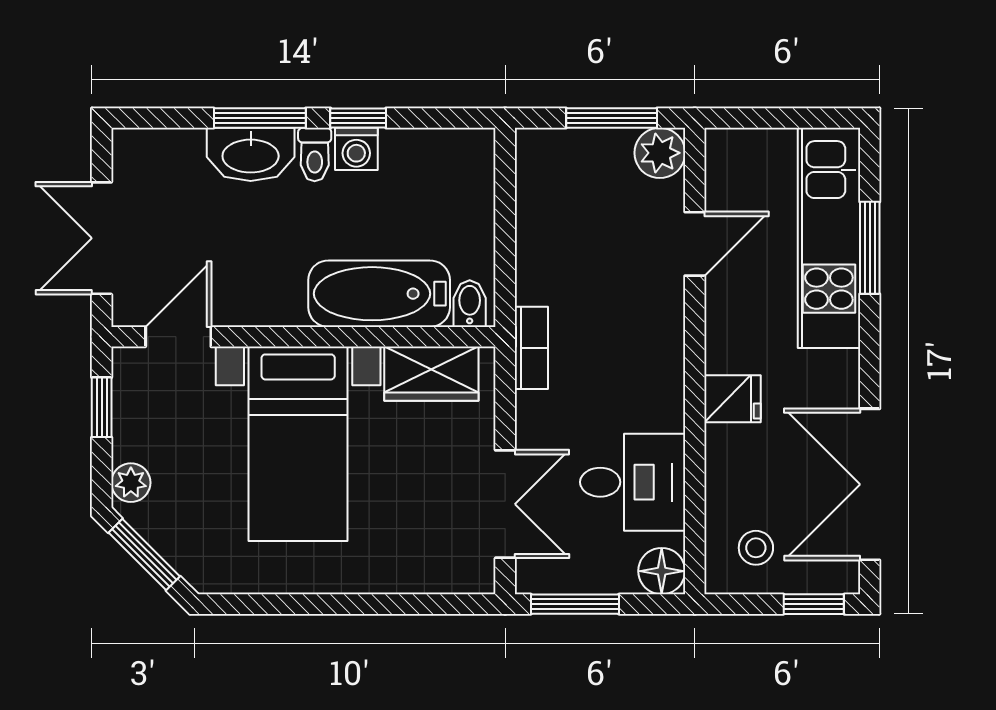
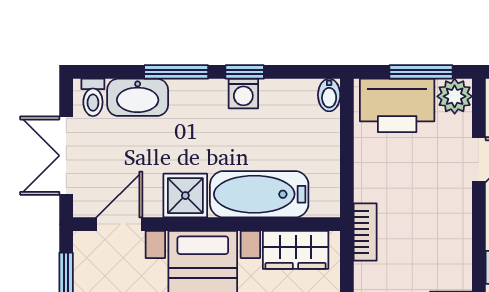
washbasin: (251, 154) -> (138, 97), moved
toilet: (315, 155) -> (93, 97), moved
printer: (577, 166) -> (397, 105), added
shower: (273, 296) -> (185, 196), added
bidet: (470, 304) -> (329, 95), moved, turned 180

